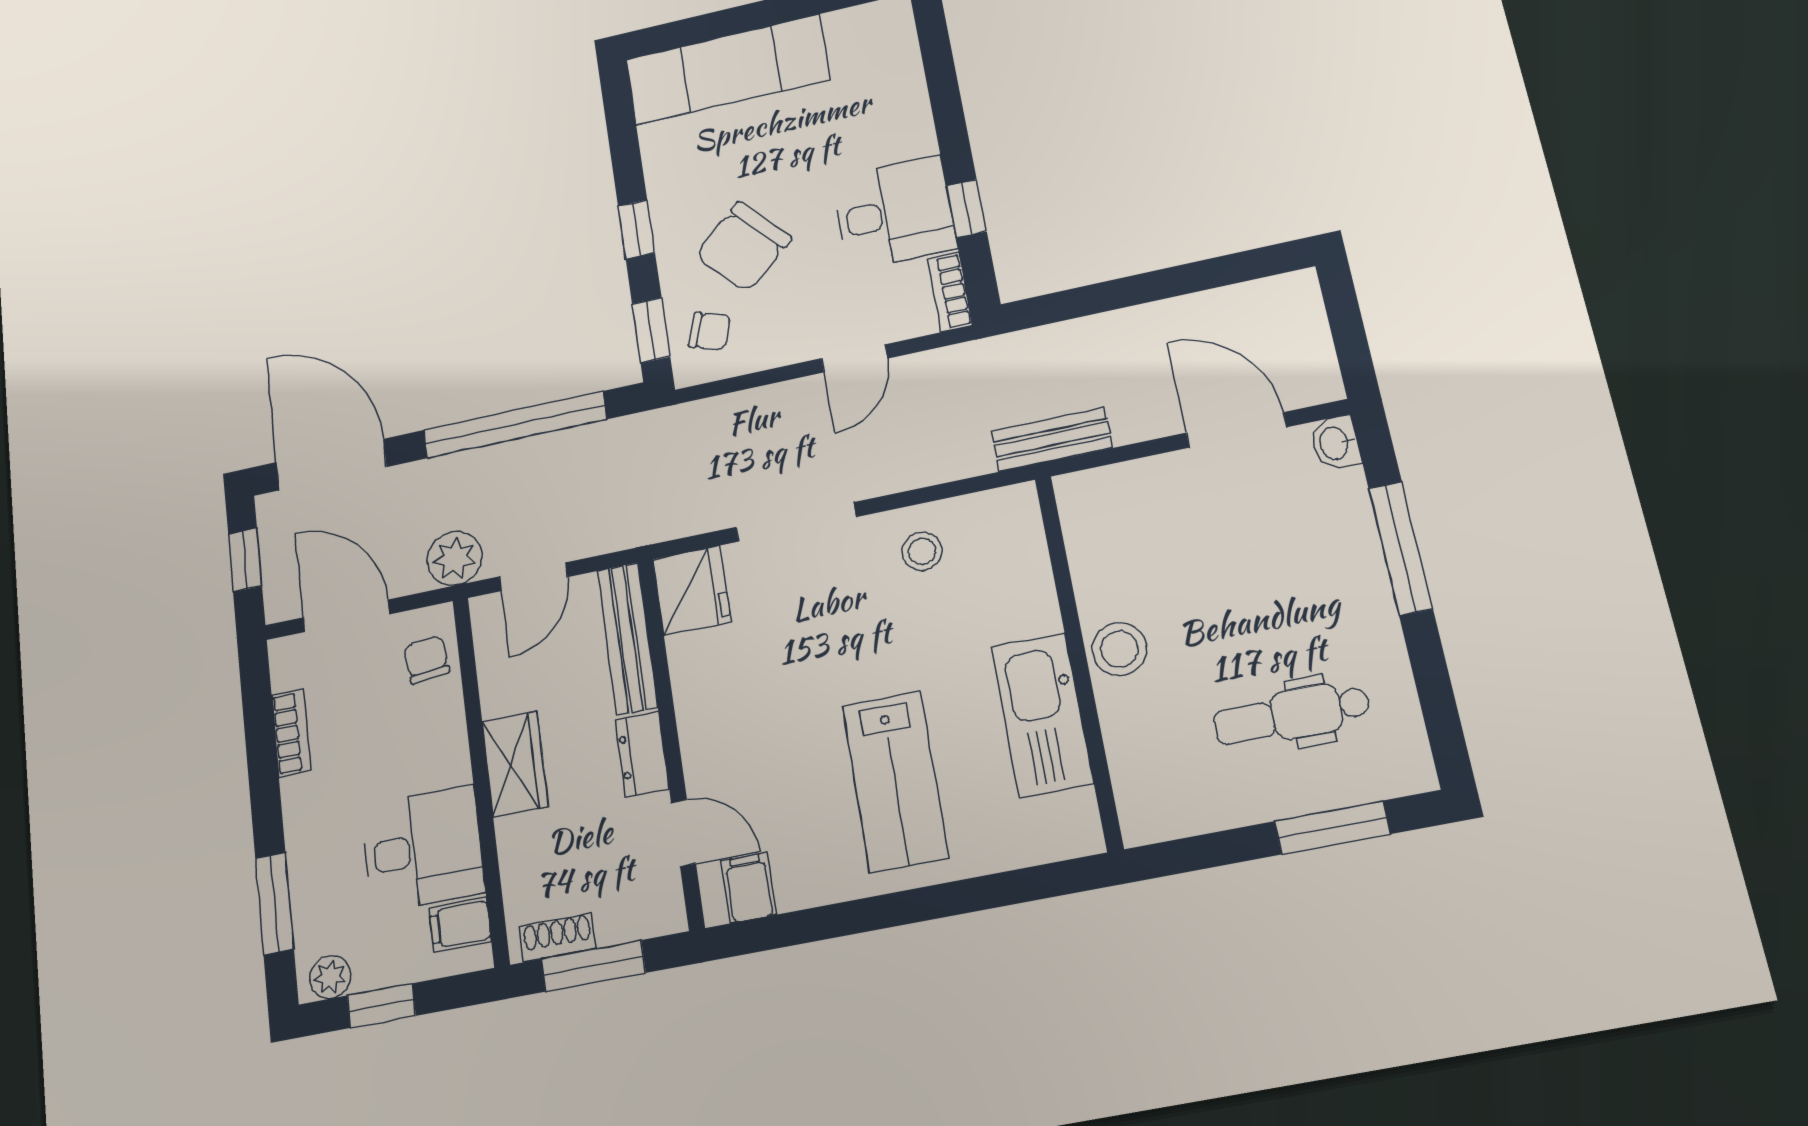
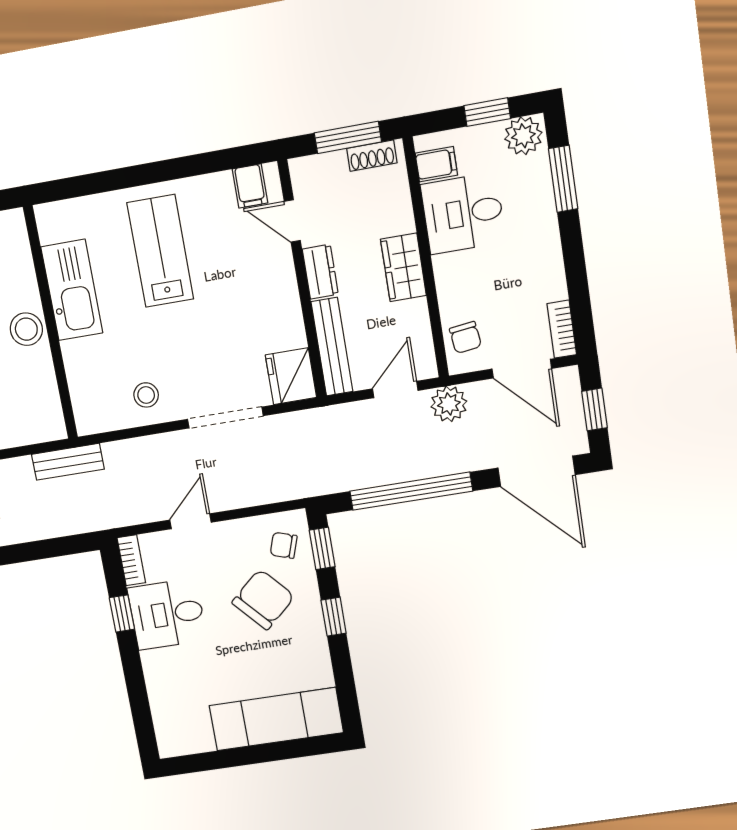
bookcase: (291, 733) -> (562, 329), moved
plant: (330, 977) -> (523, 136), width x1.38, depth x1.38

